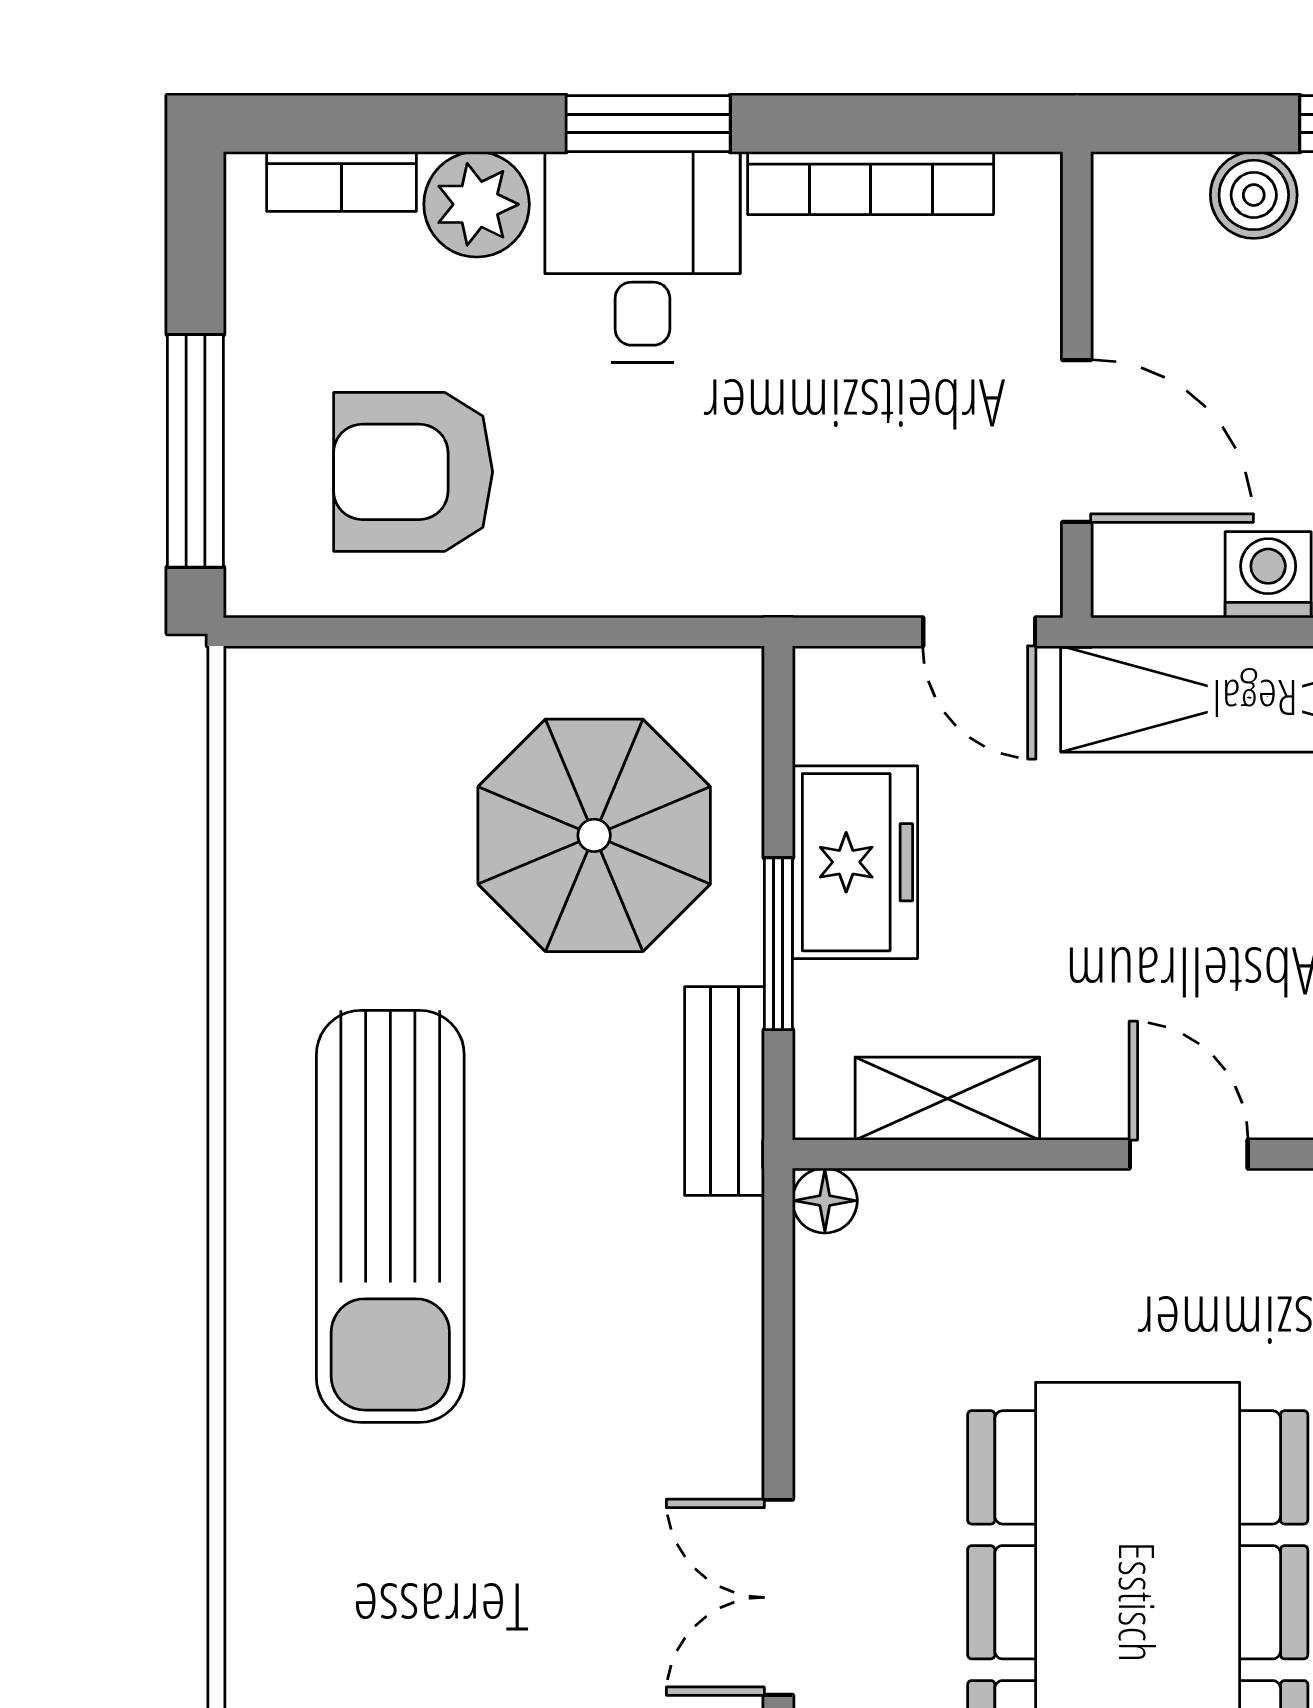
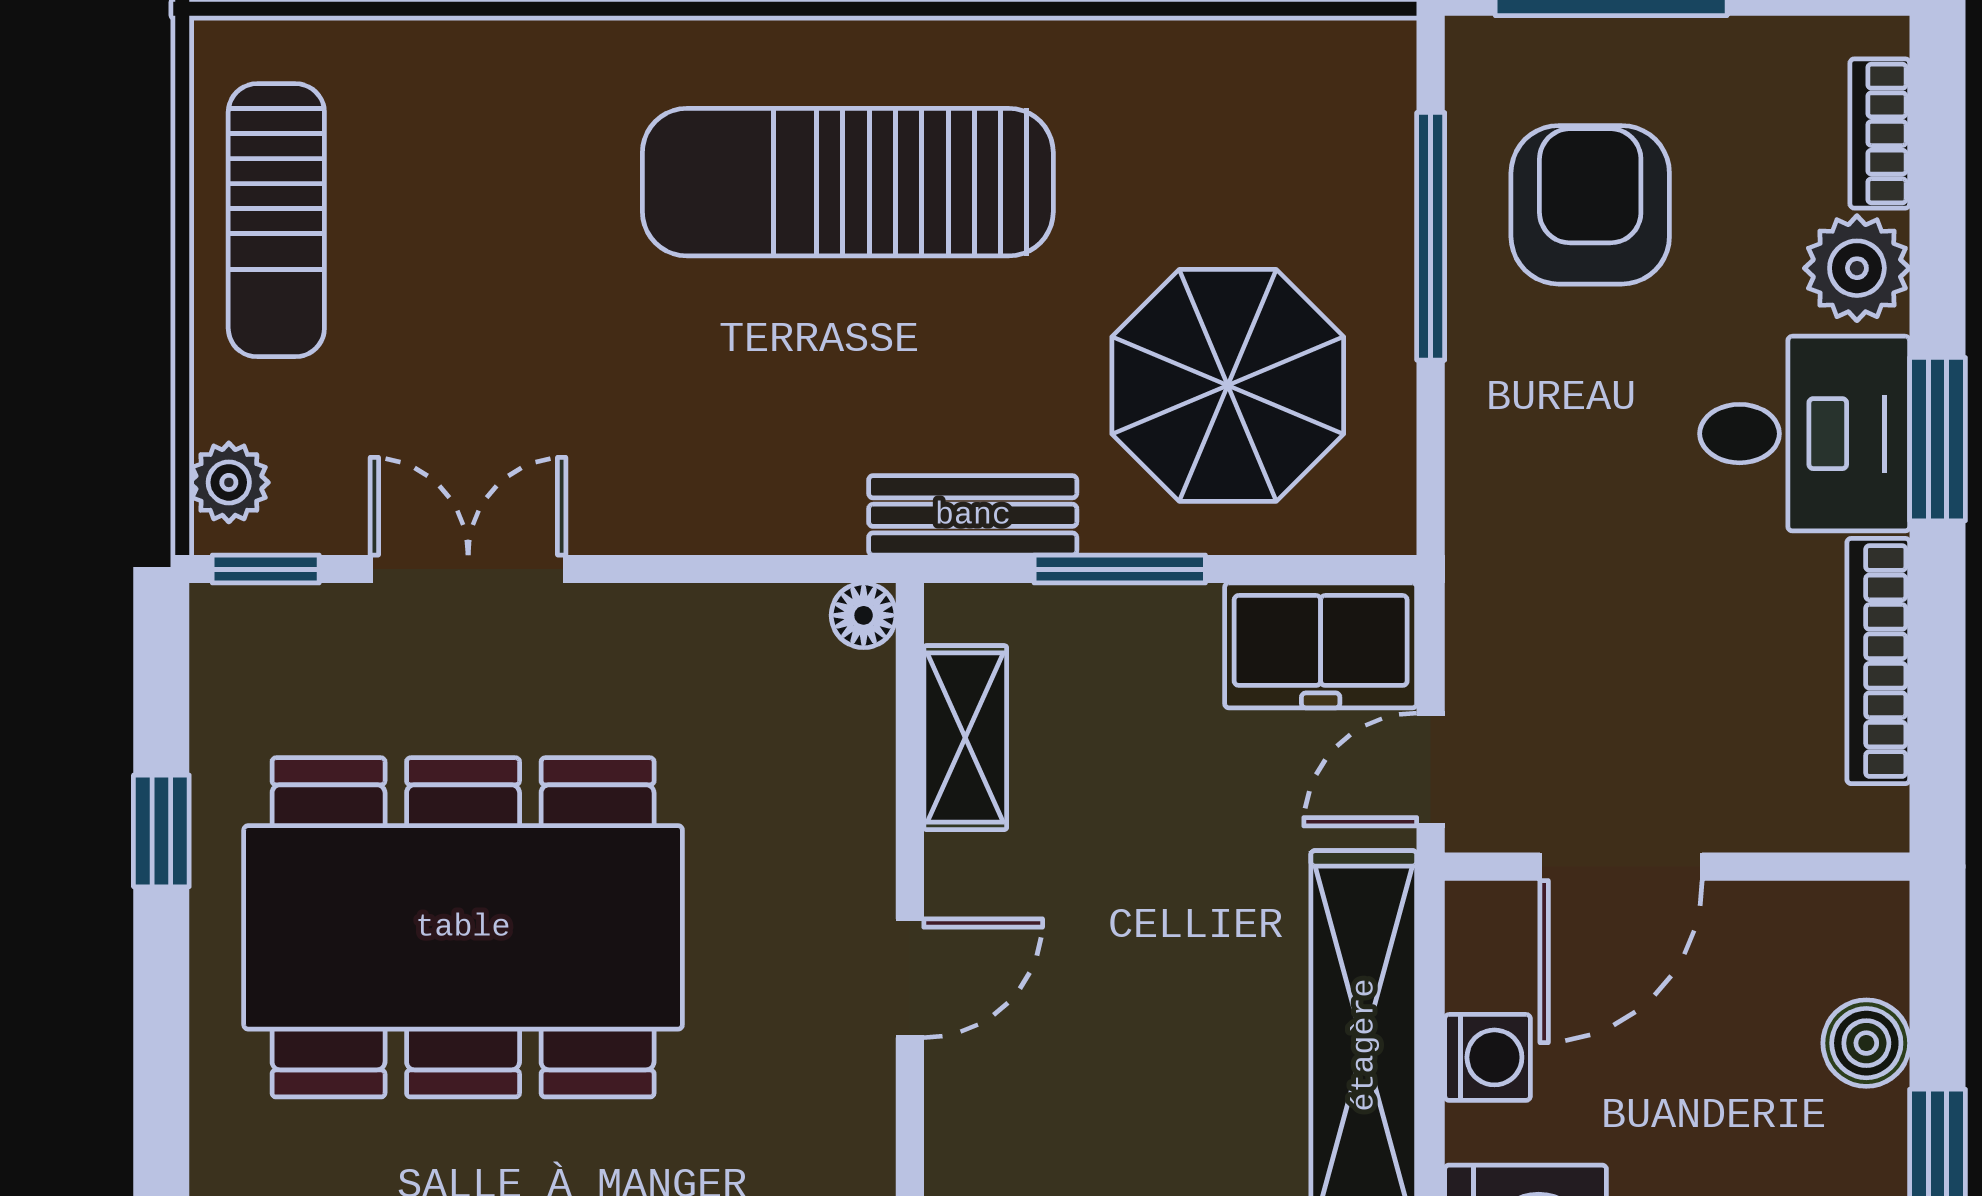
window: (445, 632) -> (1431, 236), added
freezer: (855, 862) -> (1321, 645), moved

